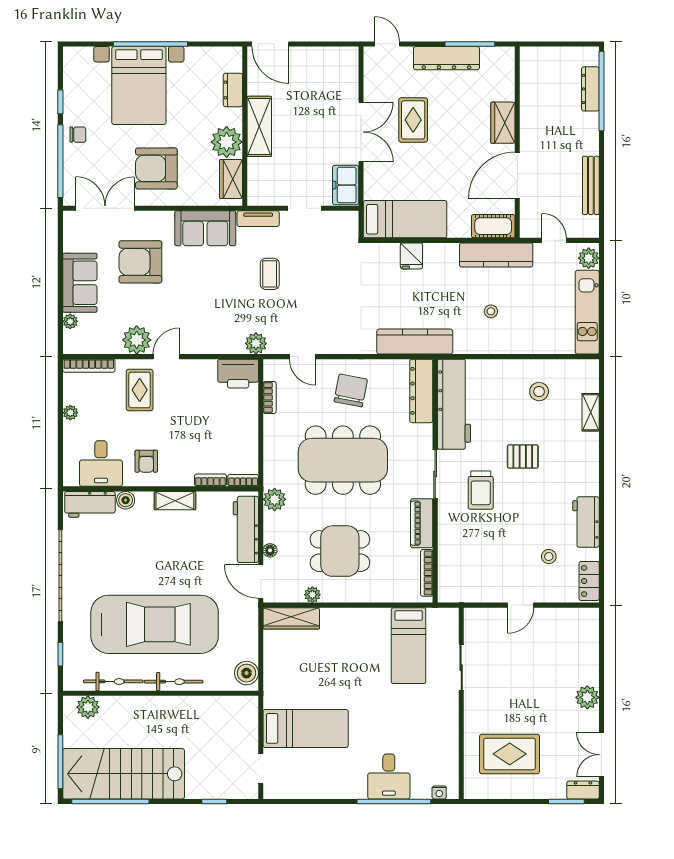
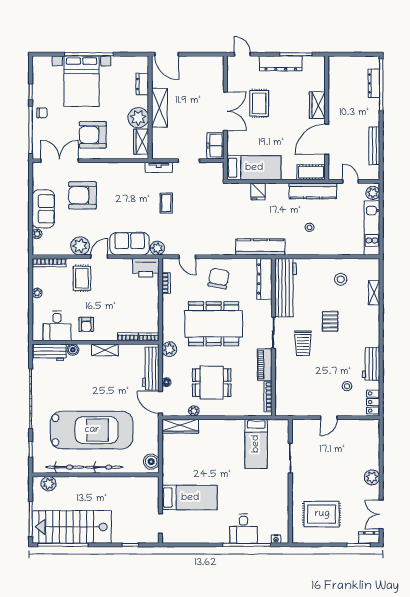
sofa: (205, 228) -> (130, 244), moved, turned 180
pallet: (523, 456) -> (330, 321), turned 90

